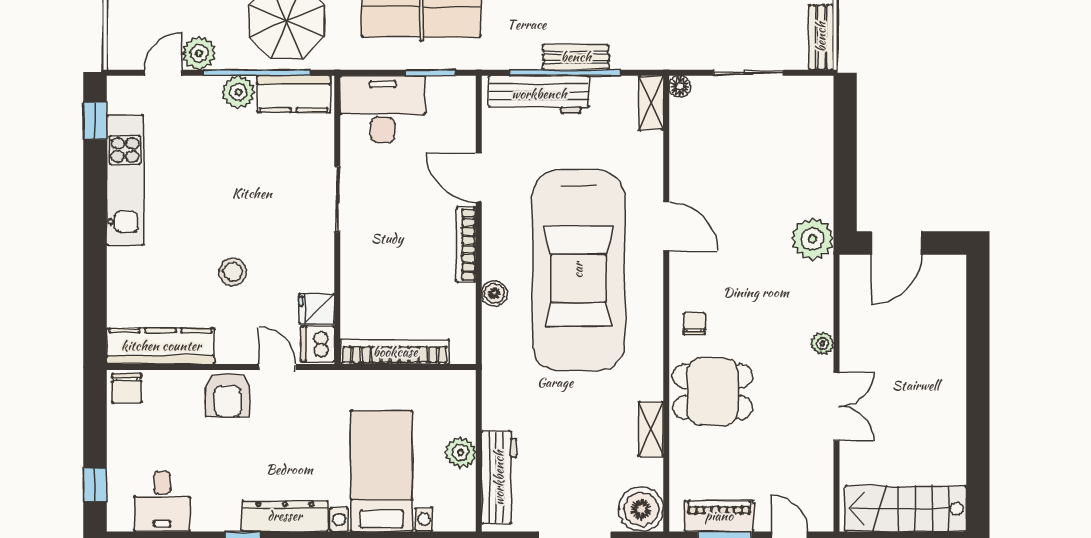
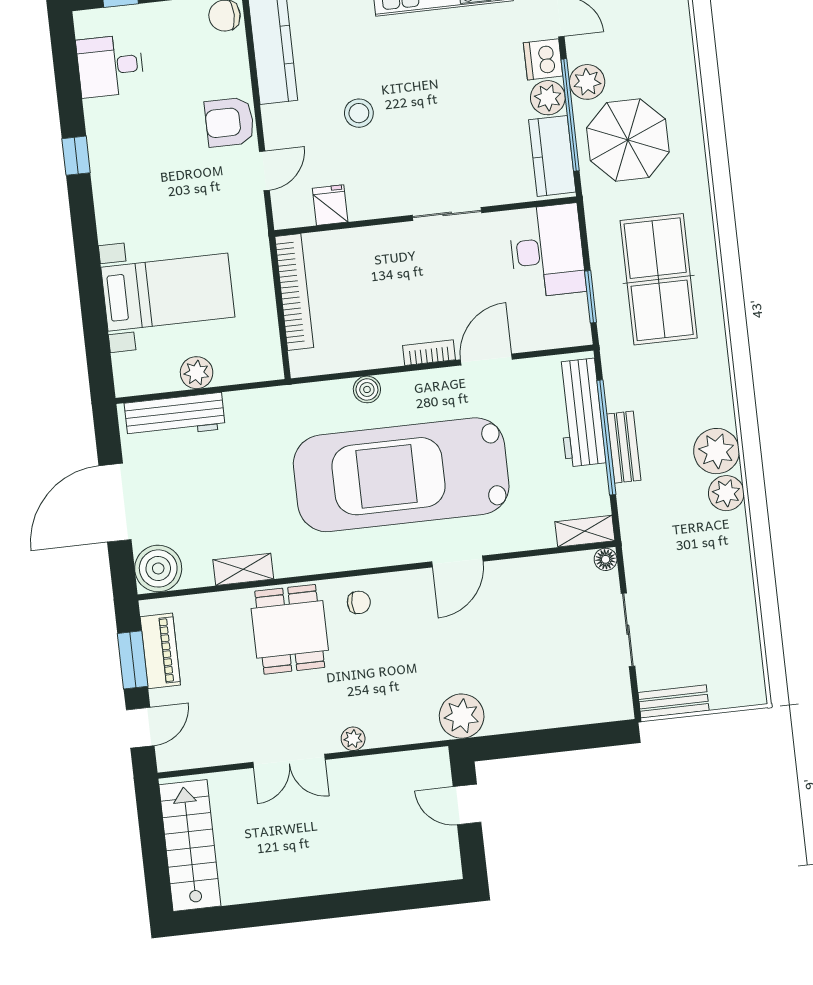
plant: (199, 53) -> (587, 82), moved
door: (896, 243) -> (467, 804), width x0.73
bookcase: (466, 245) -> (429, 353), width x0.64
dishwasher: (318, 344) -> (543, 59), moved, turned -90
dresser: (285, 516) -> (109, 196), removed

